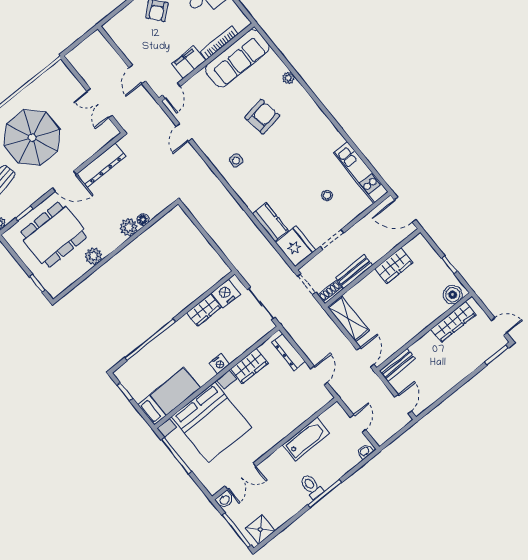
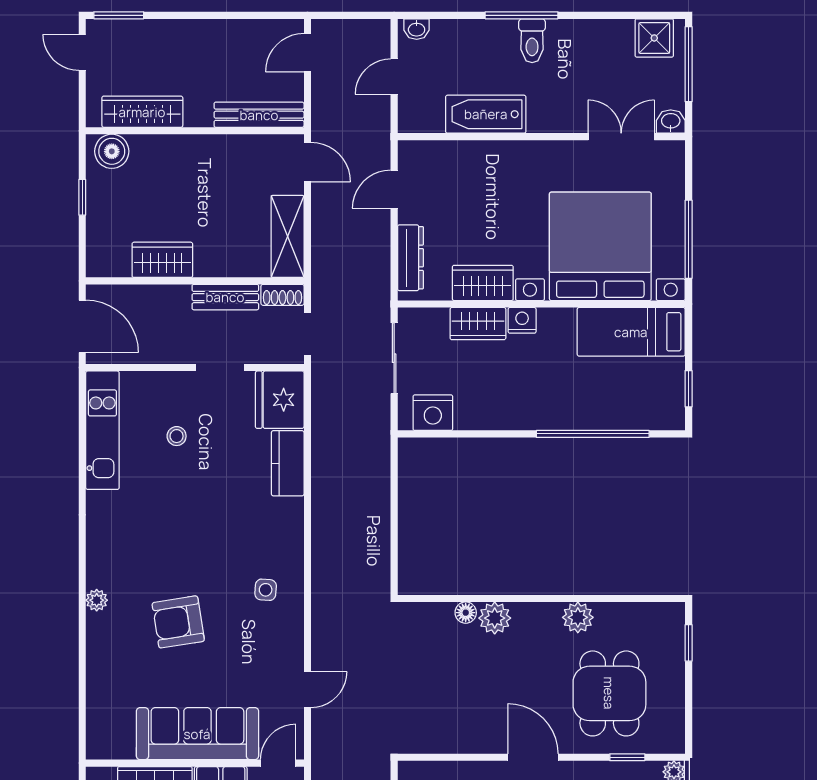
sofa: (237, 58) -> (197, 734), moved
plant: (288, 78) -> (97, 600), moved
dresser: (101, 165) -> (462, 738), removed
dining table: (54, 235) -> (609, 693), width x0.73
wardrobe: (204, 310) -> (478, 324), moved, turned 180
door: (365, 357) -> (307, 162), swing flipped
bench: (397, 365) -> (259, 115), width x1.36

